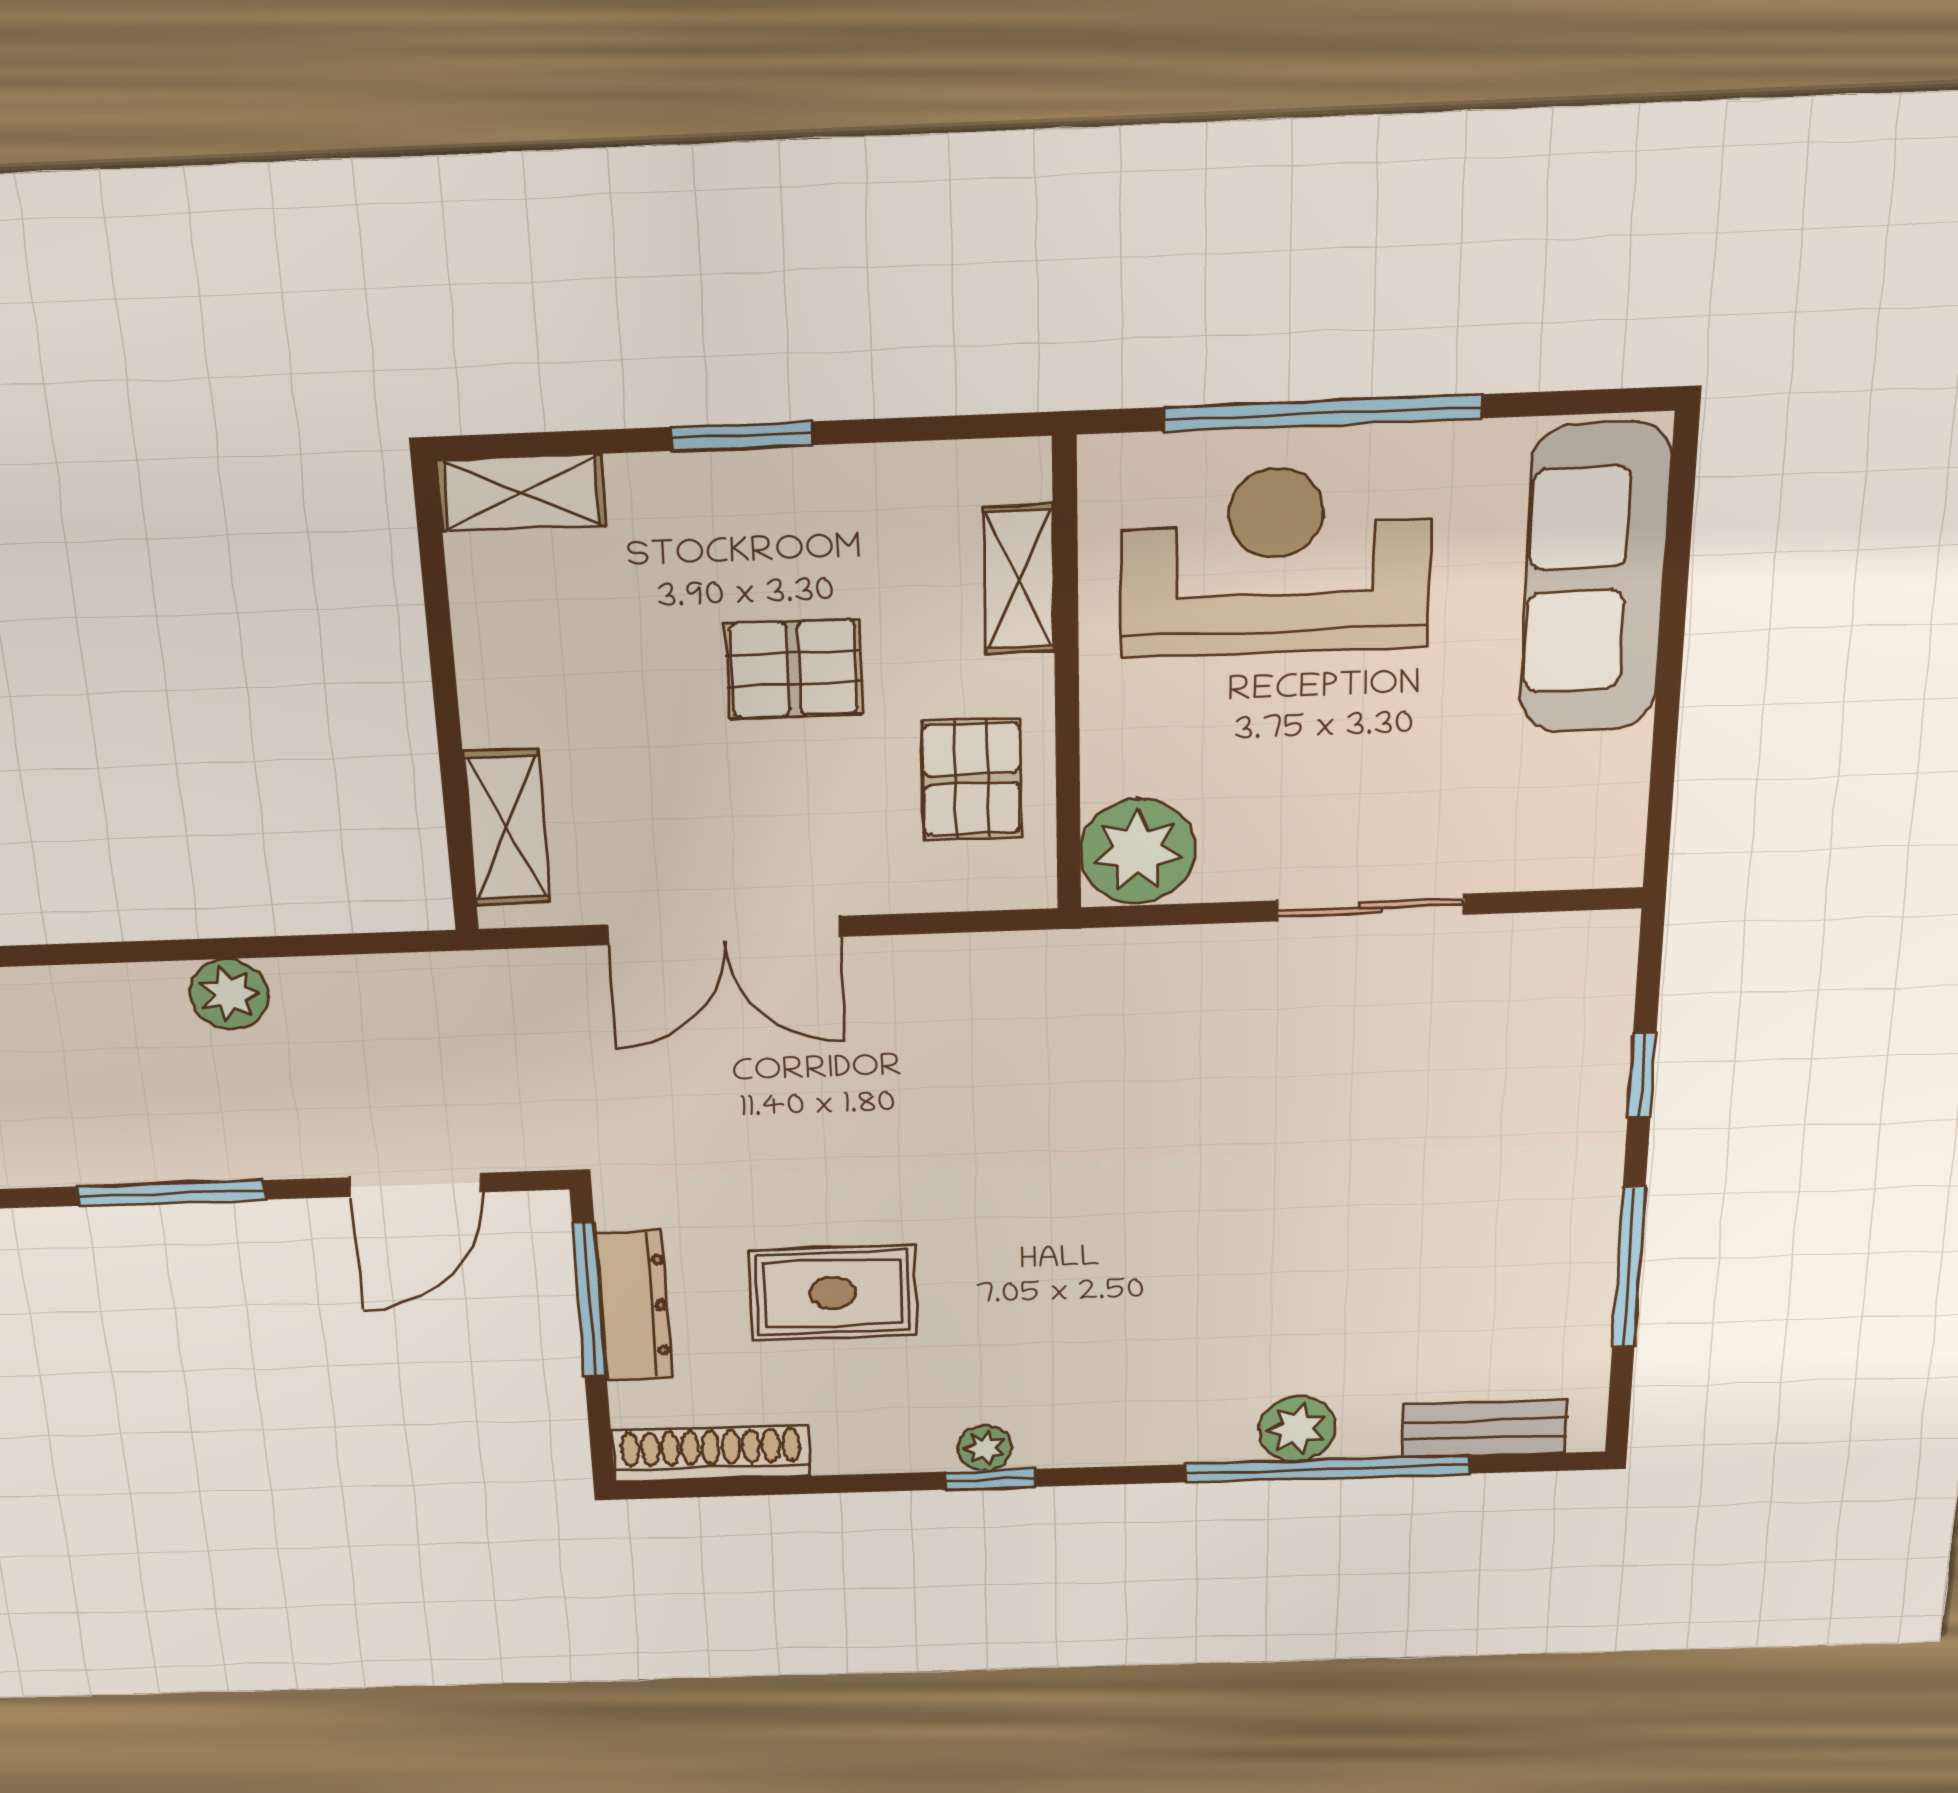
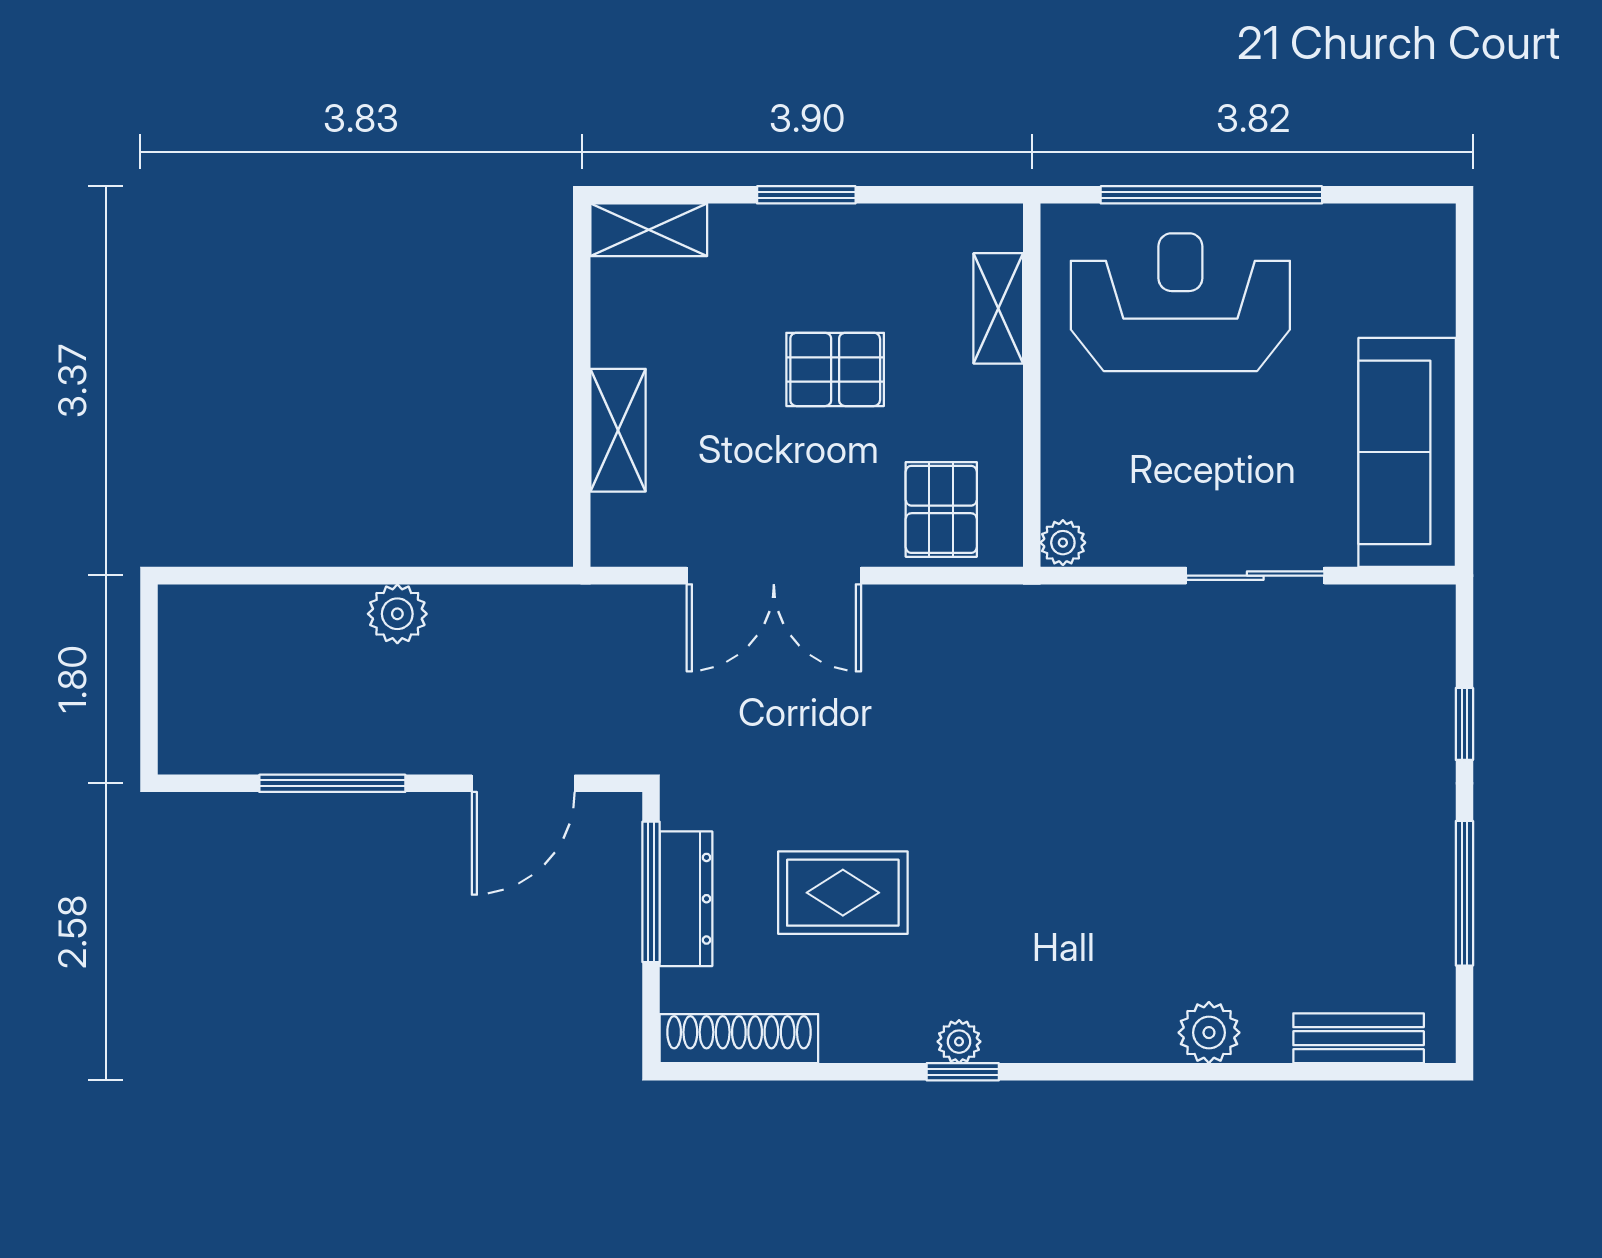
sofa: (1595, 579) -> (1407, 452), moved
pallet: (971, 779) -> (941, 509), moved
shelving: (507, 827) -> (618, 430), moved
plant: (1138, 851) -> (1063, 543), width x0.53, depth x0.53
window: (1328, 1469) -> (1234, 1072), removed

